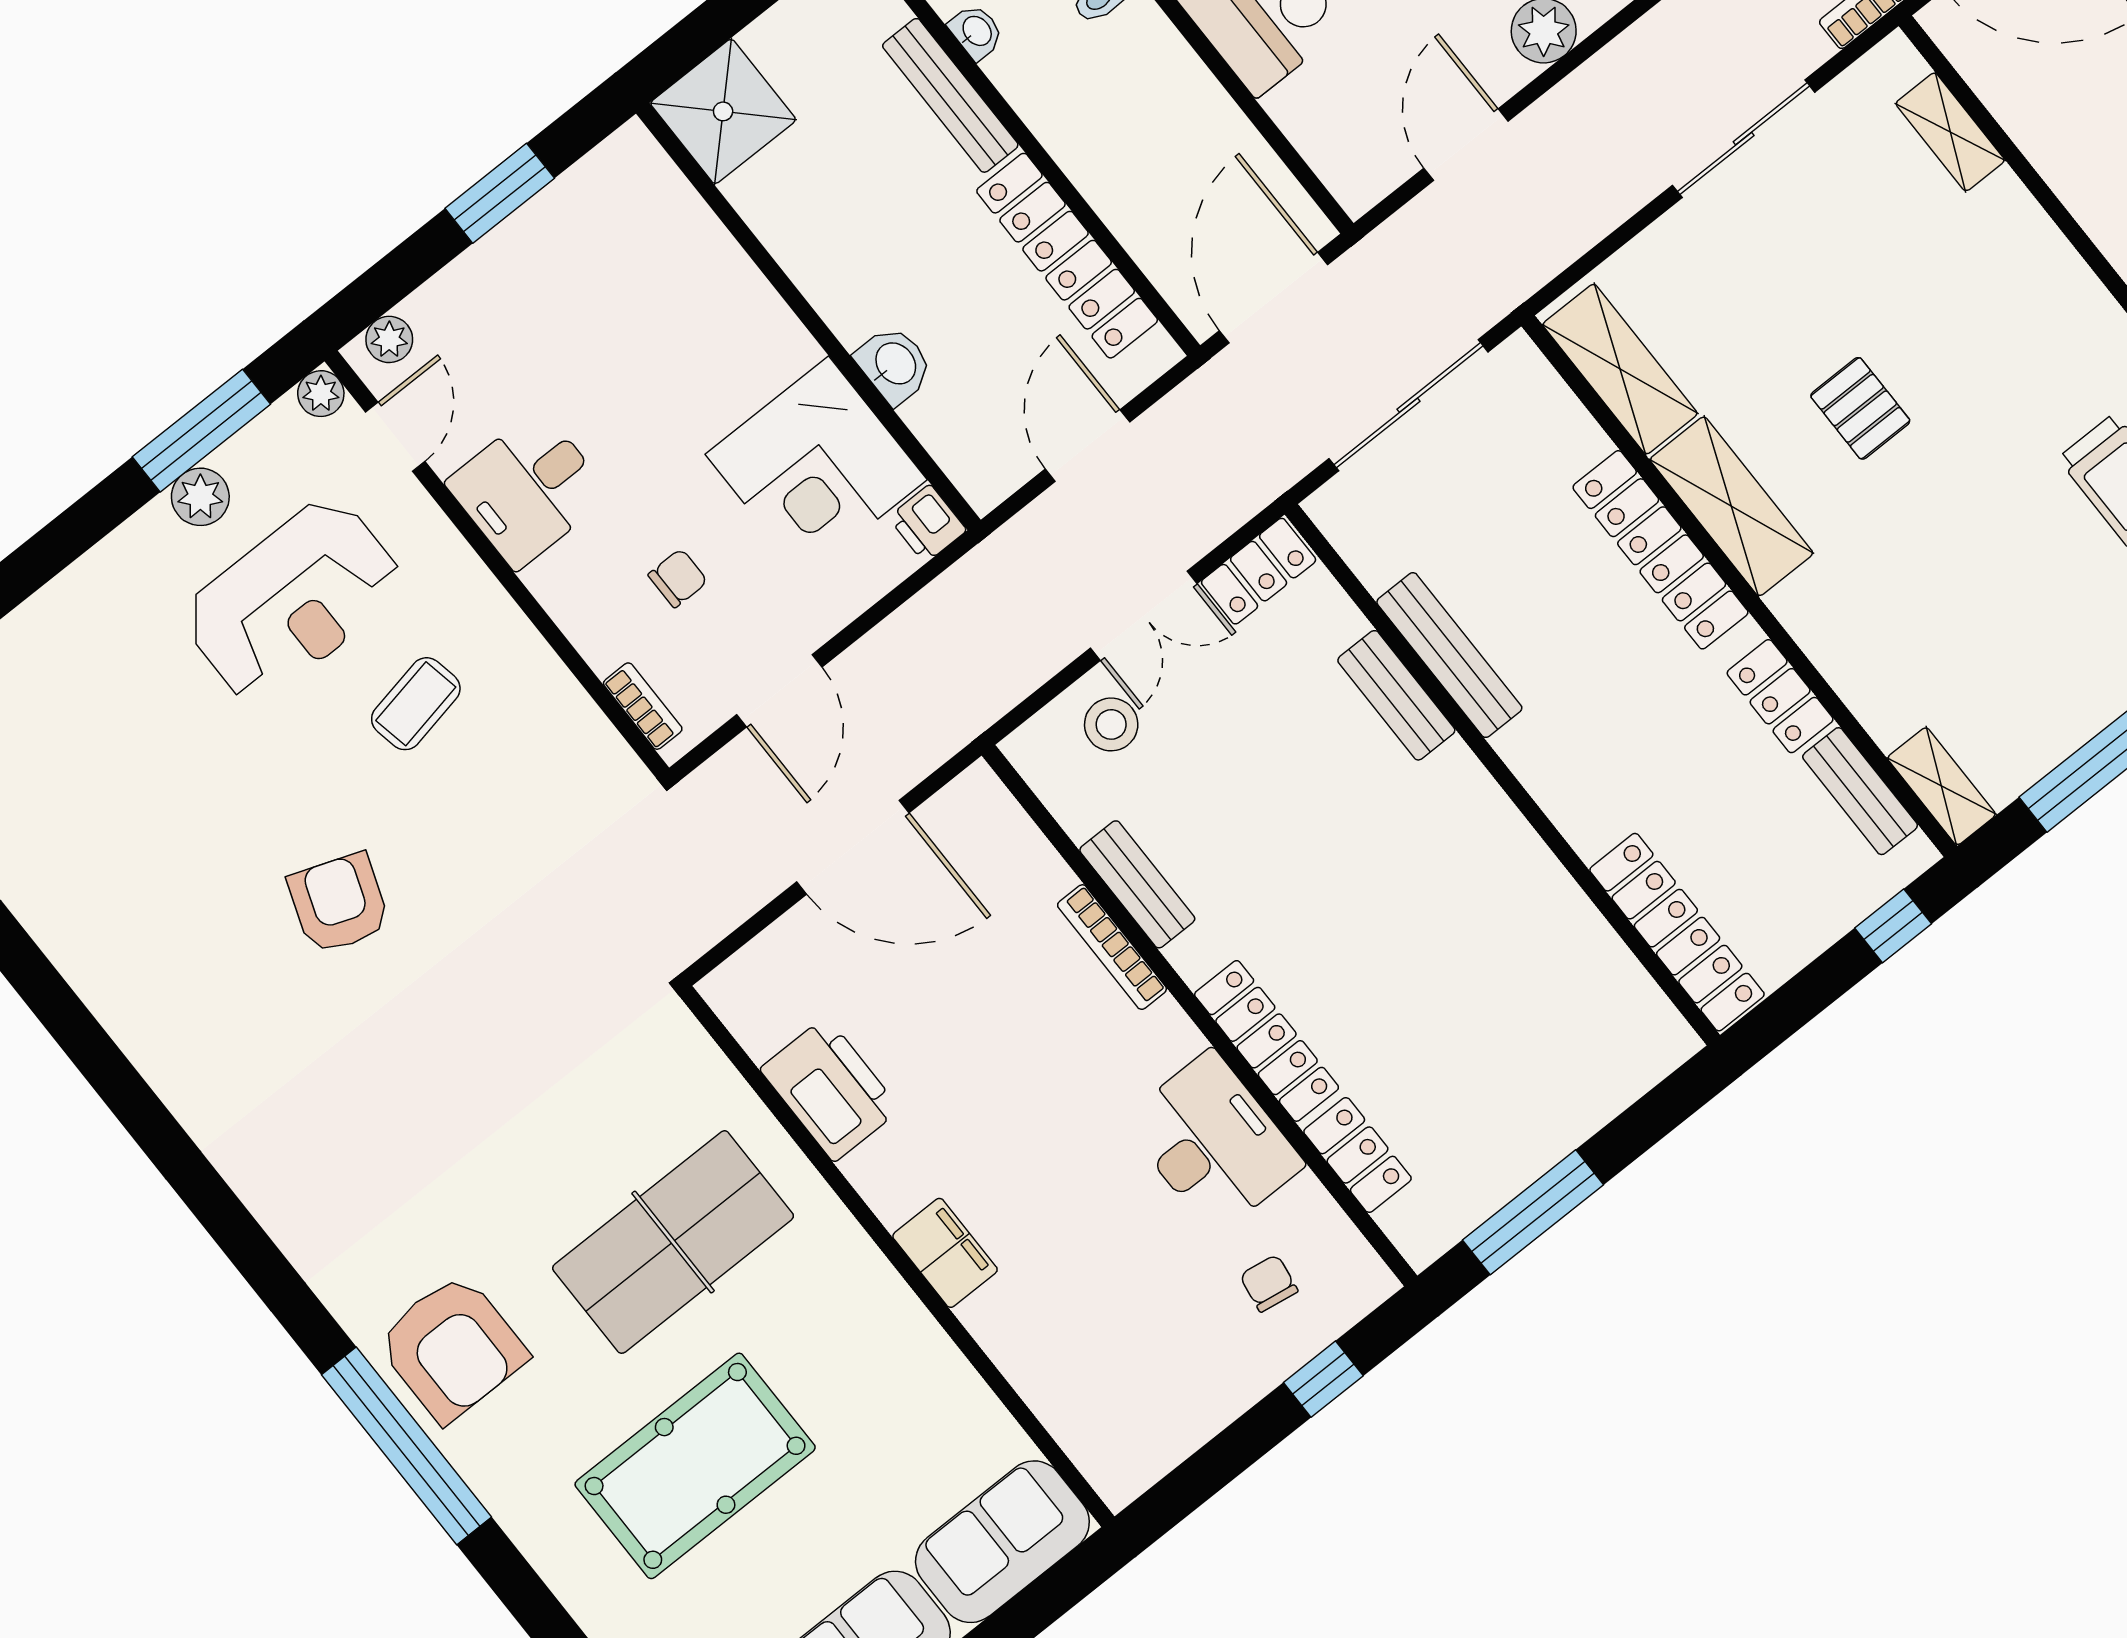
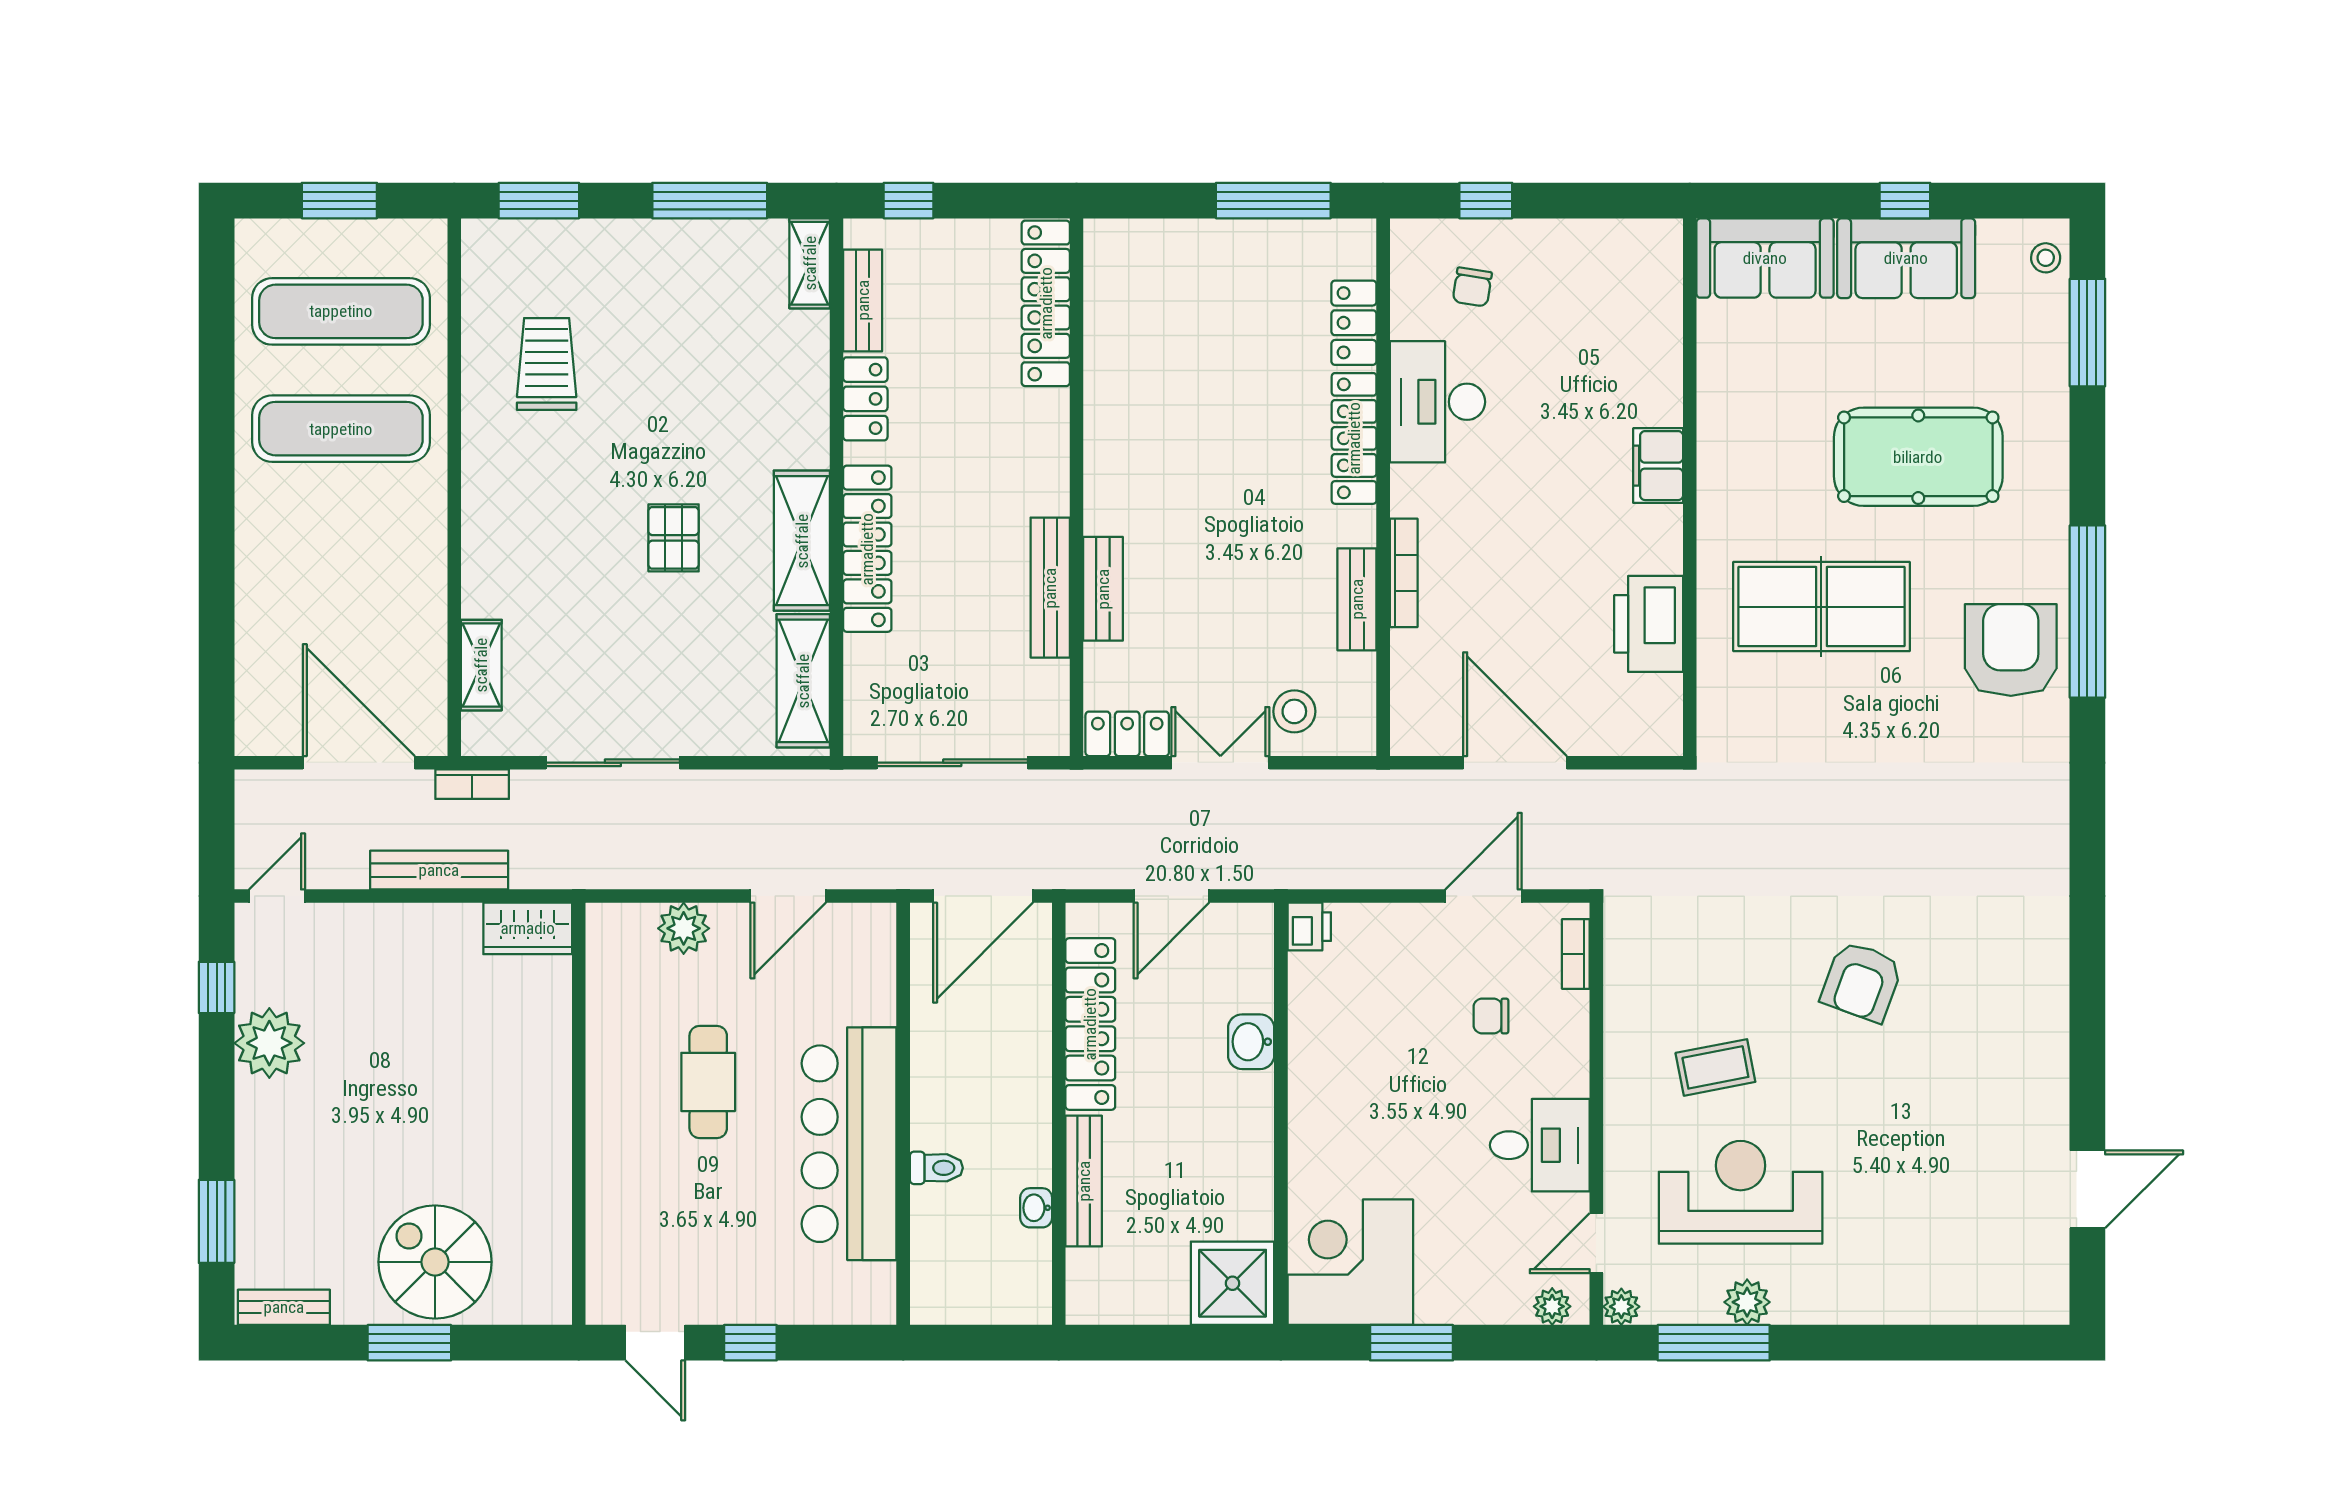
corner desk: (816, 467) -> (1350, 1262), moved, turned -90

